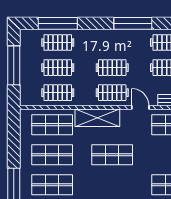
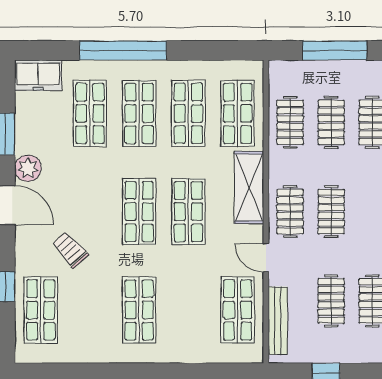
door: (140, 107) -> (266, 258), swing flipped
shop shelf: (112, 185) -> (139, 212), added

